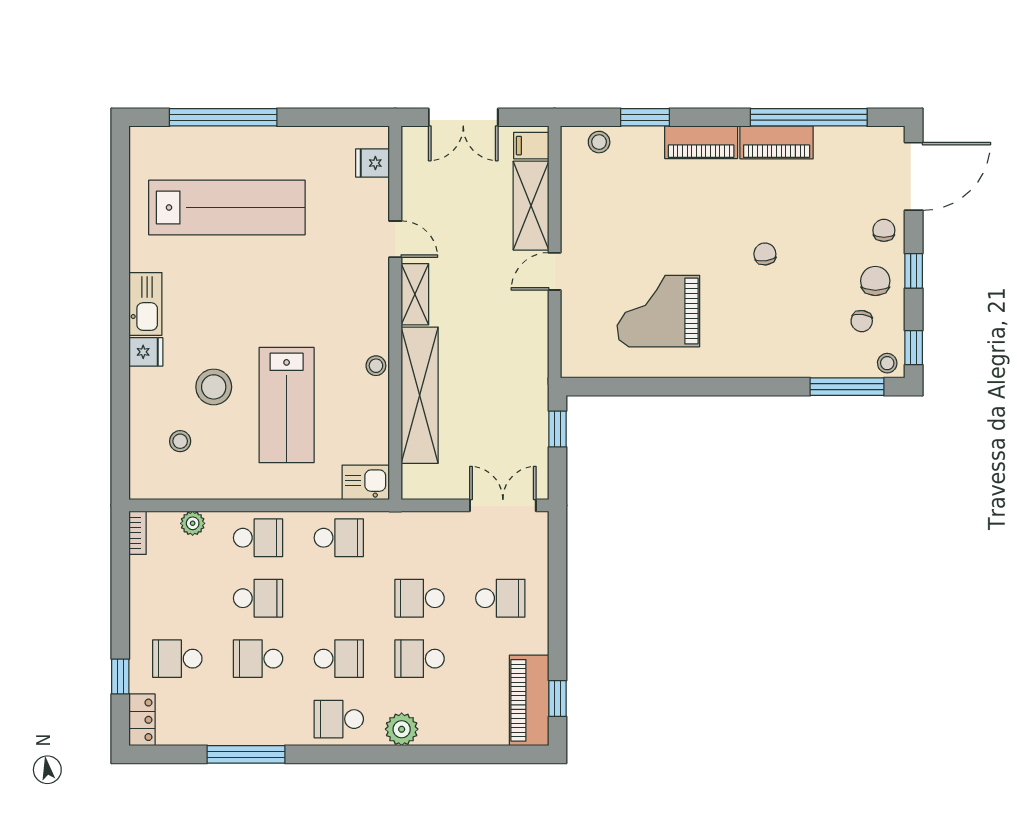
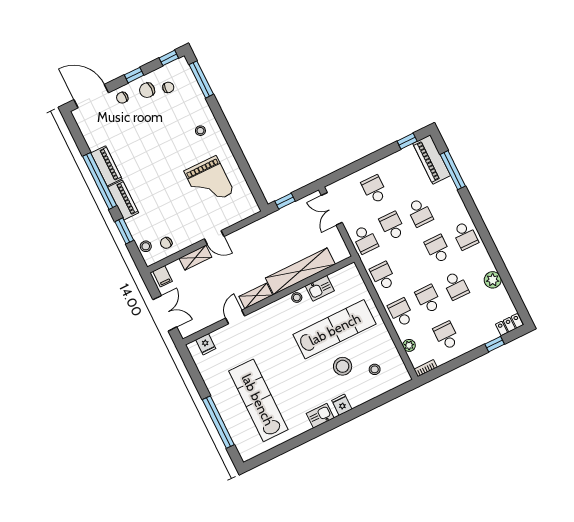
window: (809, 117) -> (100, 181), moved
shelving: (531, 206) -> (195, 258), width x0.67, depth x0.75
chair: (765, 254) -> (166, 243), moved
kitchen sink: (145, 304) -> (320, 416), width x0.73
stool: (887, 363) -> (200, 131), moved
lab bench: (287, 405) -> (335, 329), width x1.36
kitchen sink: (366, 482) -> (320, 288), moved, turned -90
school desk: (420, 538) -> (365, 239), added
school desk: (420, 598) -> (392, 226), turned 180
school desk: (177, 659) -> (446, 336), moved, turned 180
piano: (529, 700) -> (432, 159), moved, turned 90
plant: (402, 729) -> (493, 280), moved
window: (246, 754) -> (453, 170), moved

